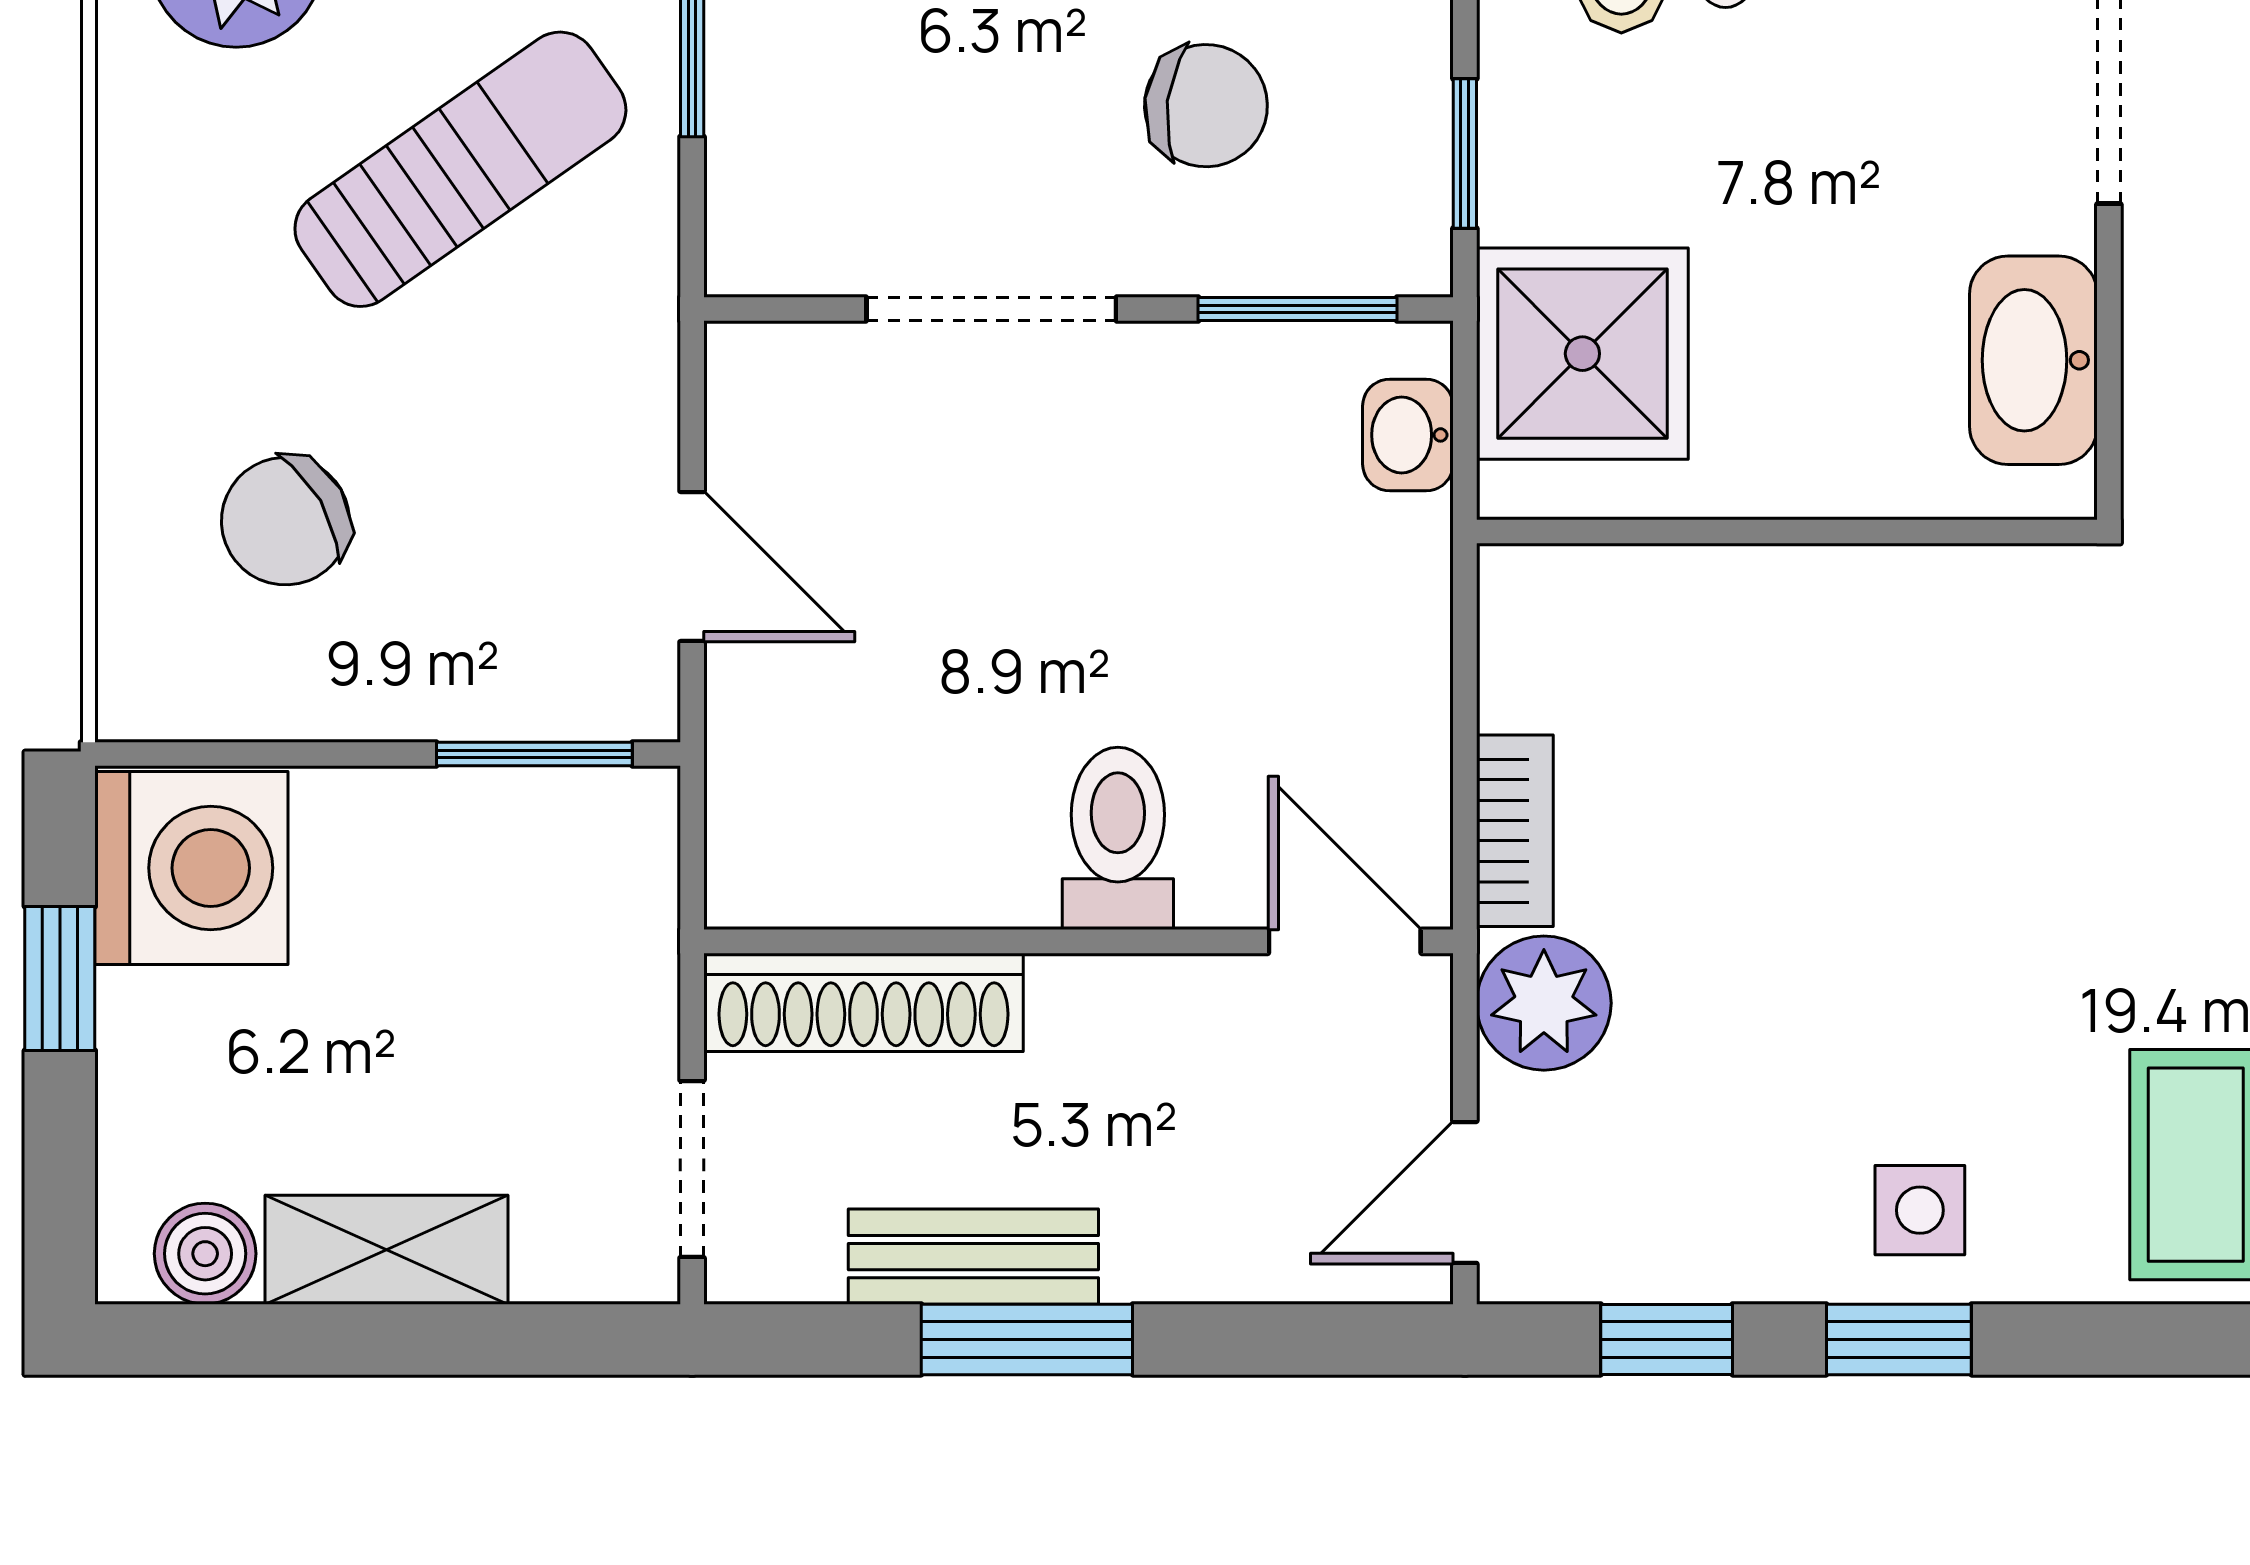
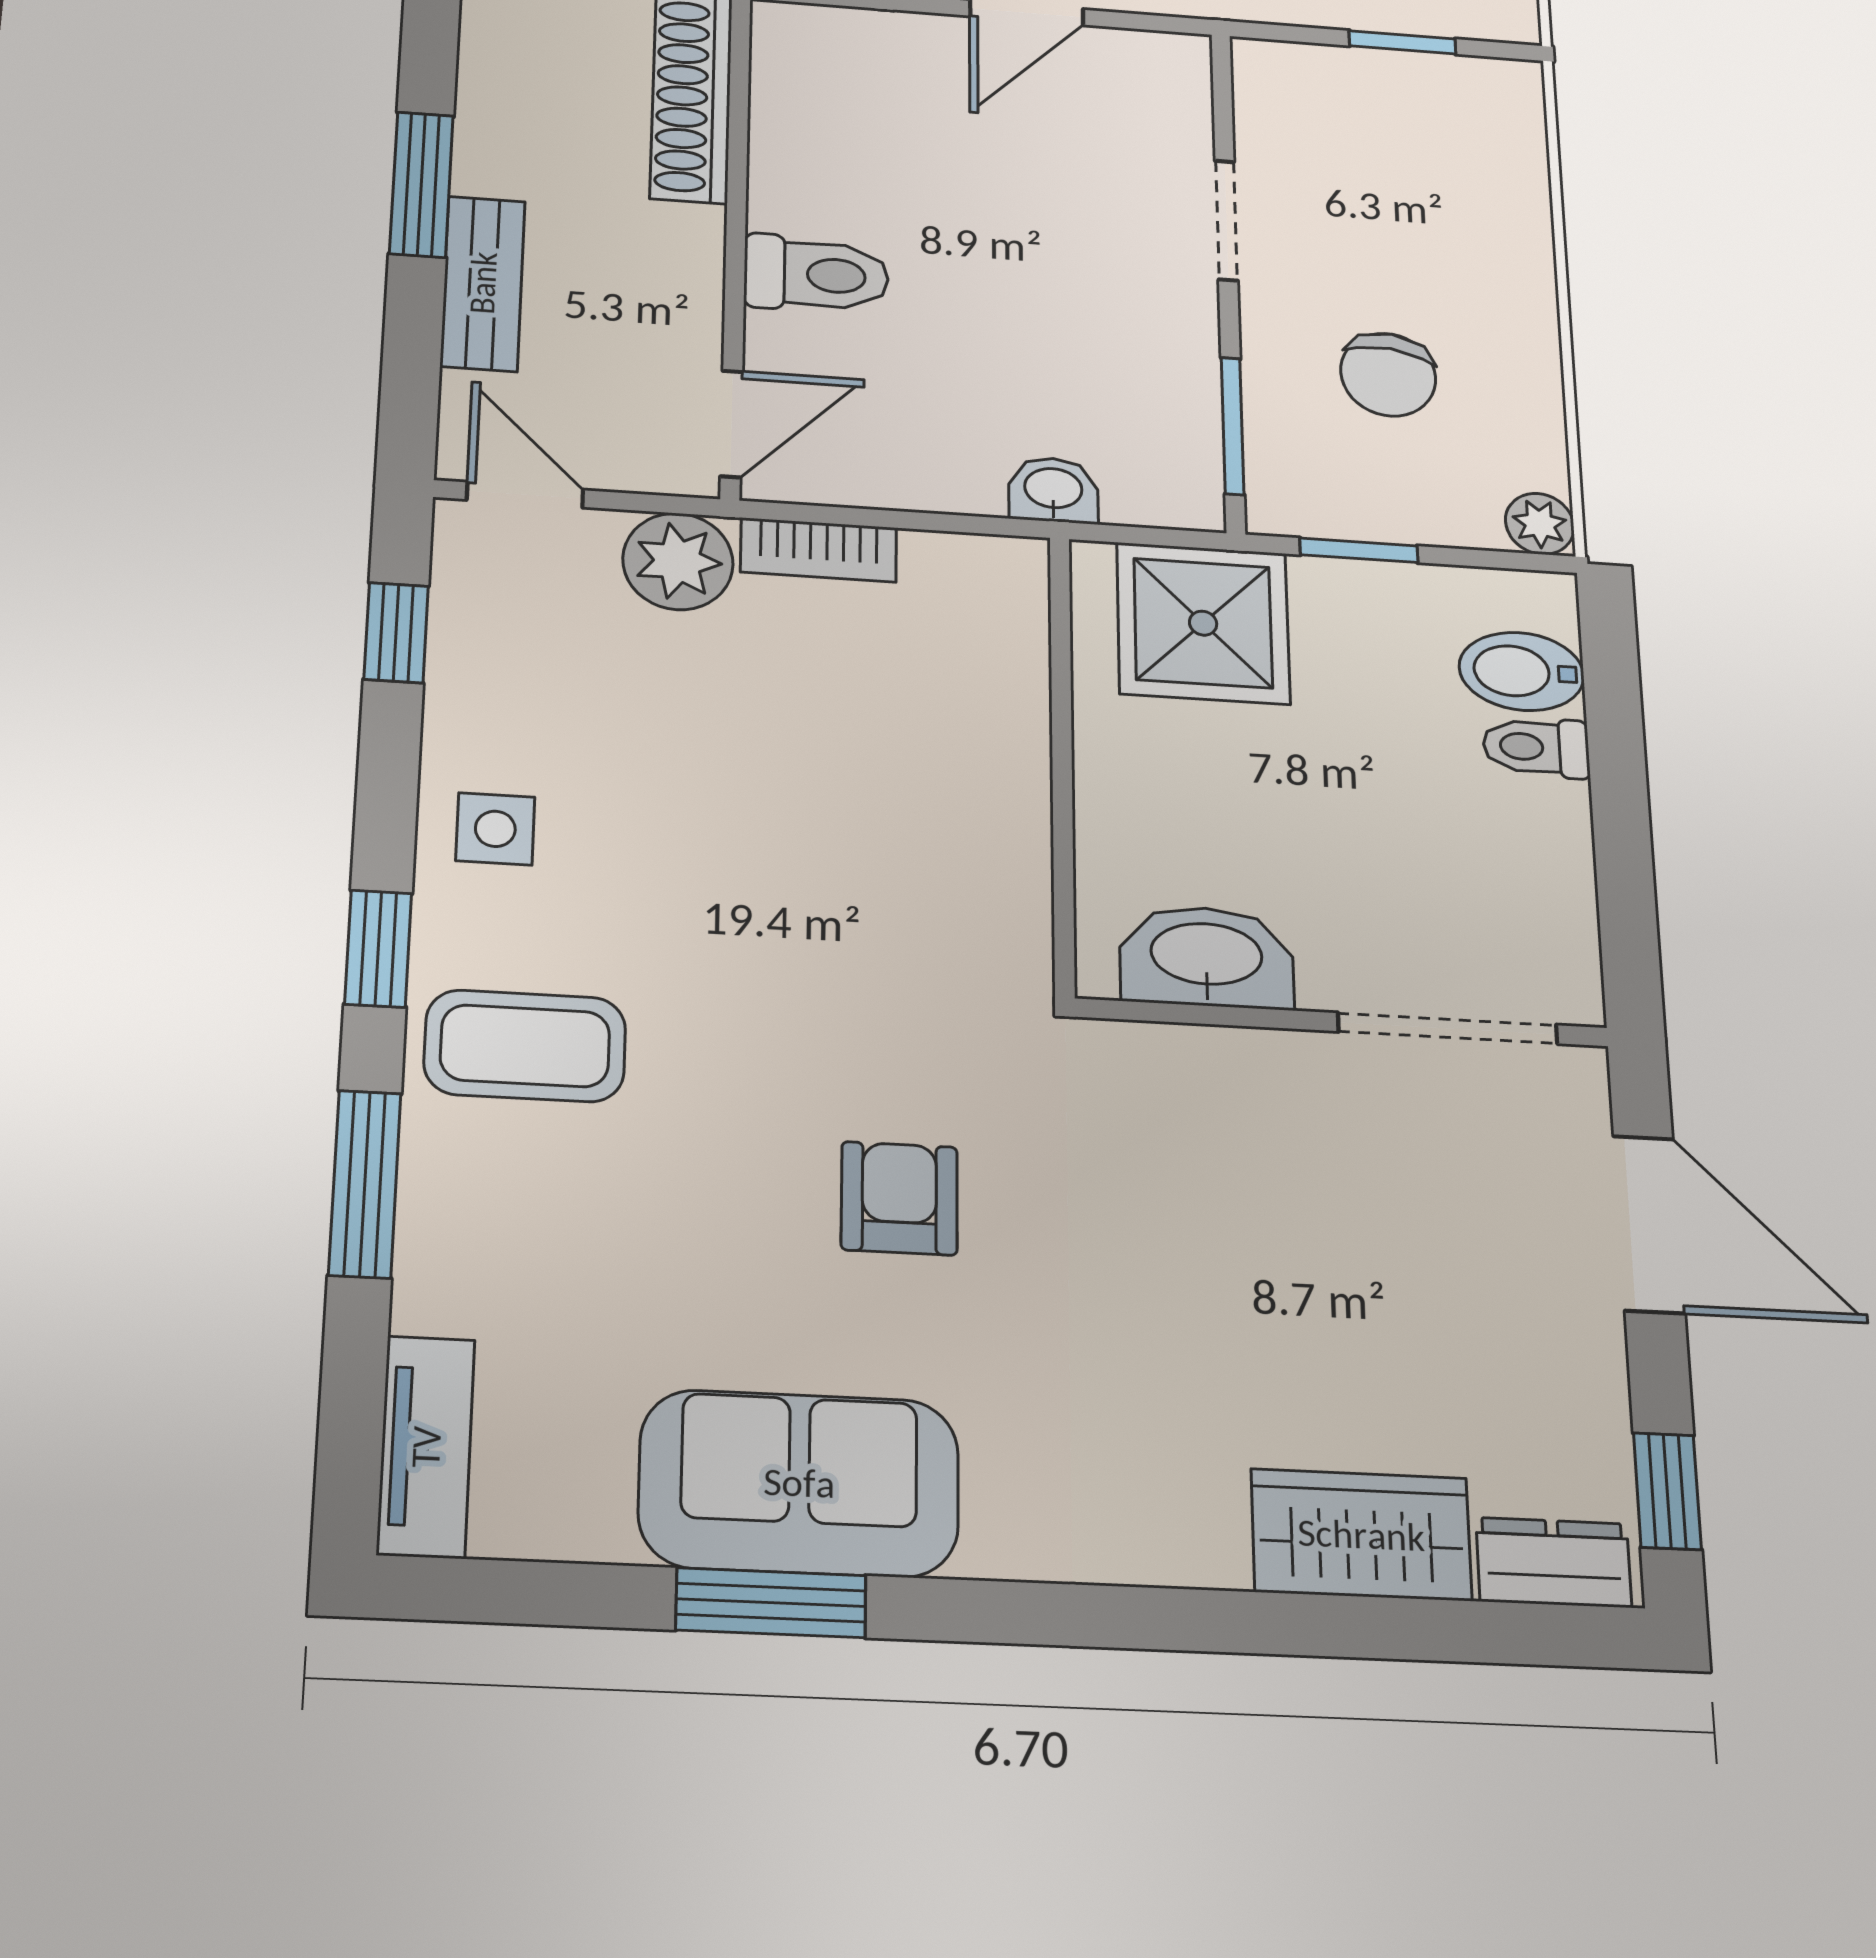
doorway: (991, 309) -> (1226, 220), width x0.73
washbasin: (1408, 435) -> (1053, 490), moved
bench: (973, 1257) -> (483, 283), moved
window: (1899, 1339) -> (378, 949), moved

